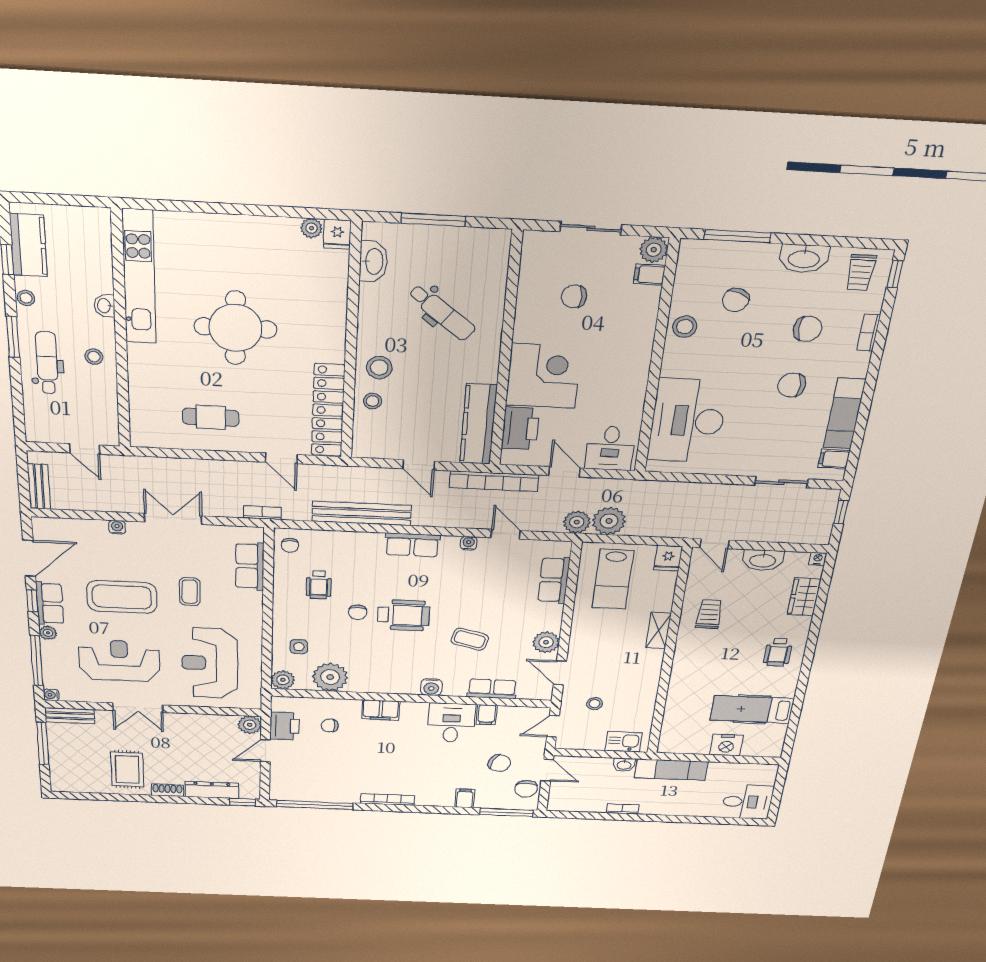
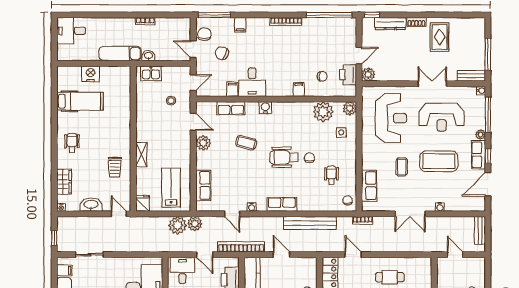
filing cabinet: (381, 710) -> (299, 89), width x0.50

